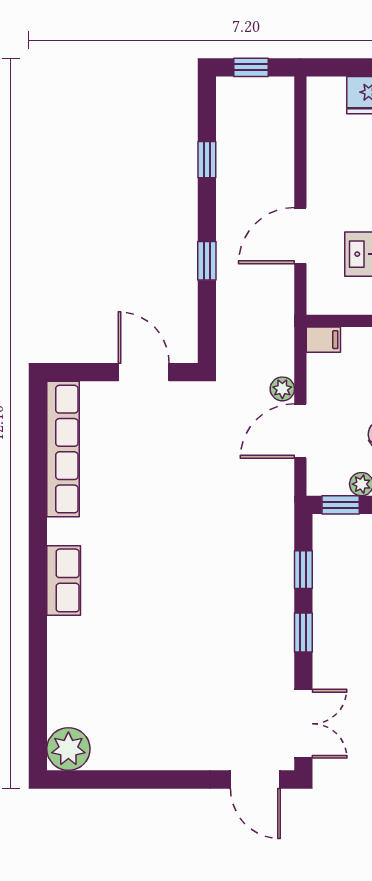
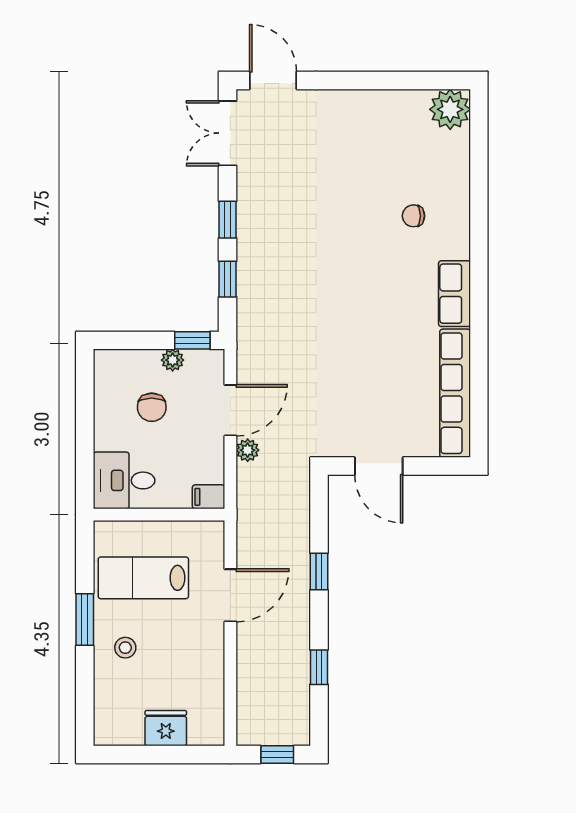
row of seats: (64, 580) -> (455, 294), moved
chair: (107, 636) -> (413, 216), added

